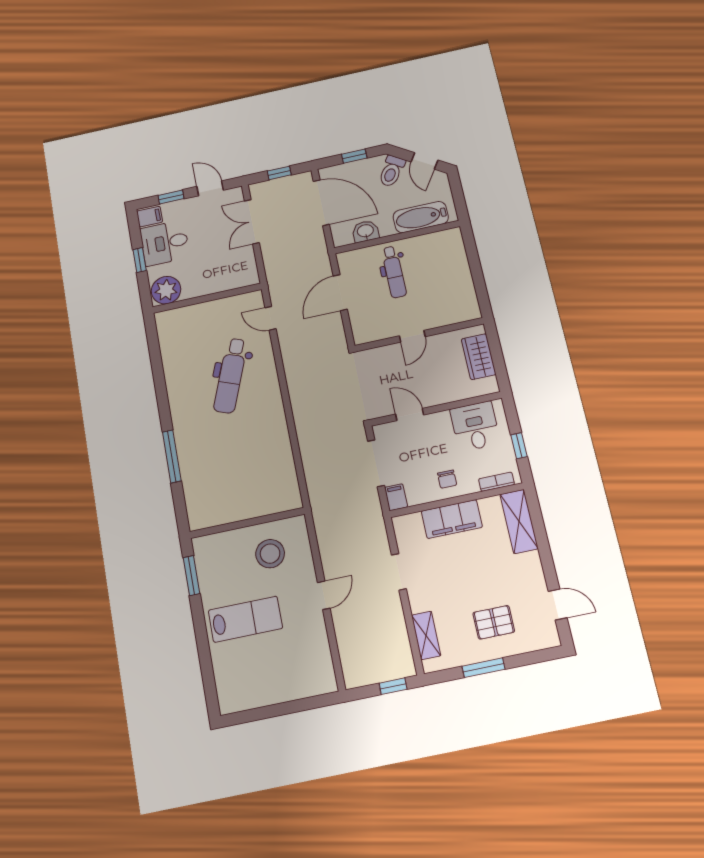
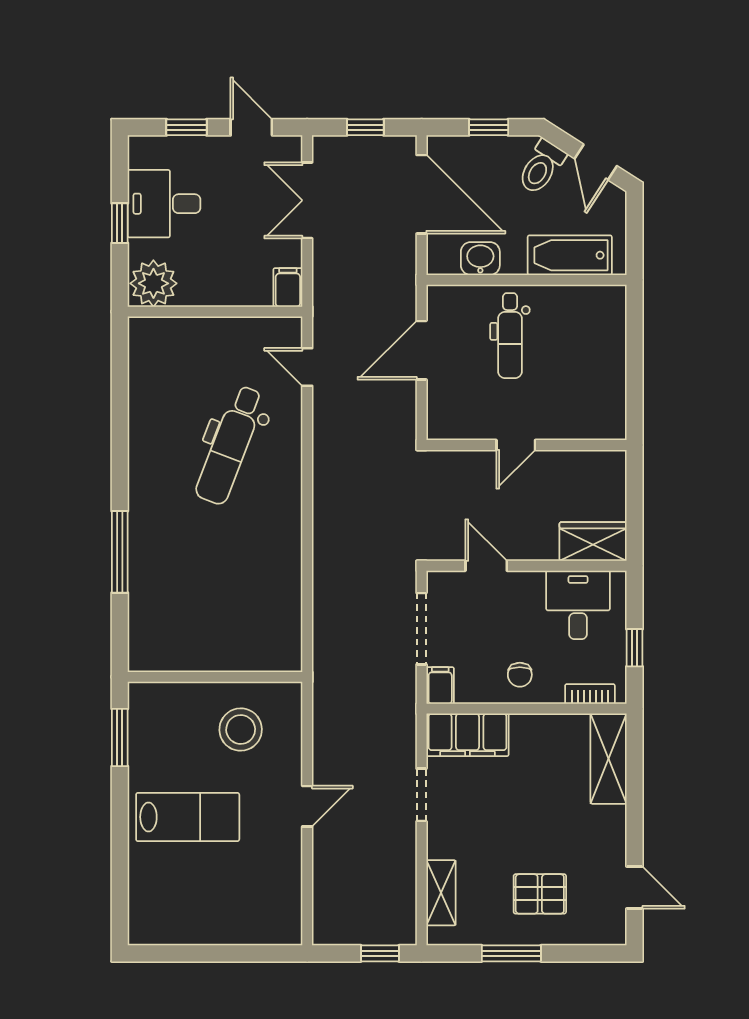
filing cabinet: (150, 217) -> (288, 287), moved, turned -90
wardrobe: (479, 357) -> (593, 542), moved, turned 90
filing cabinet: (452, 519) -> (468, 735), moved

